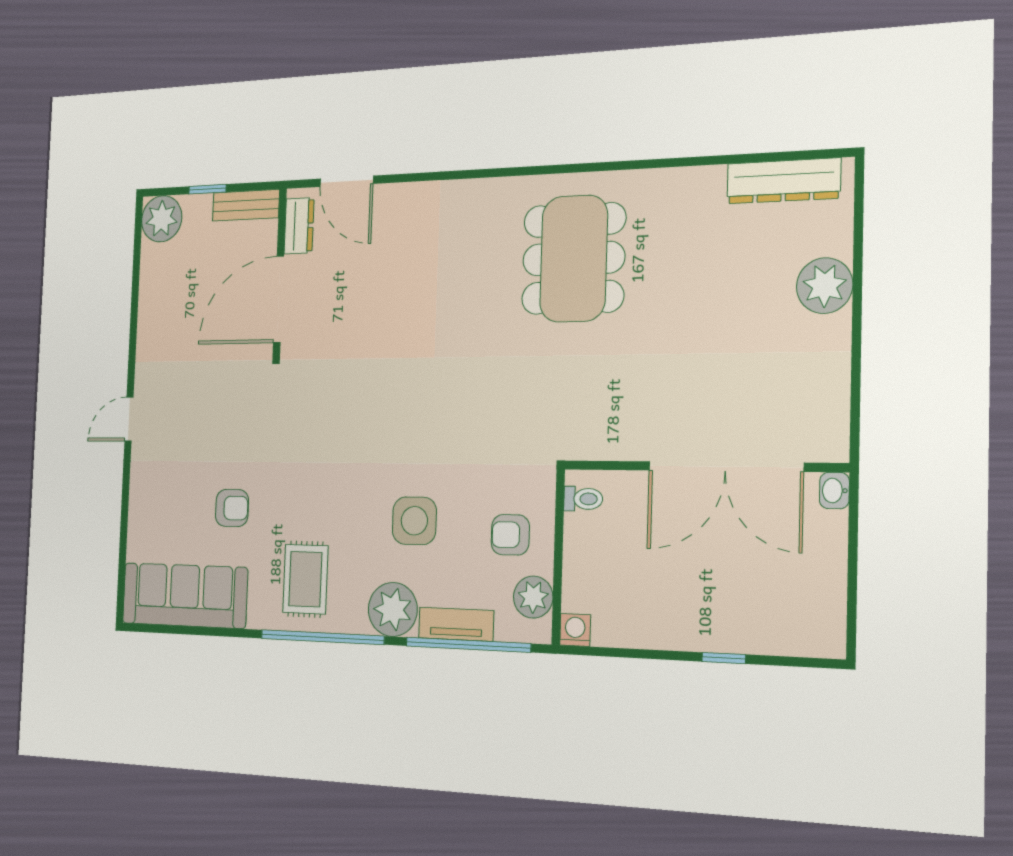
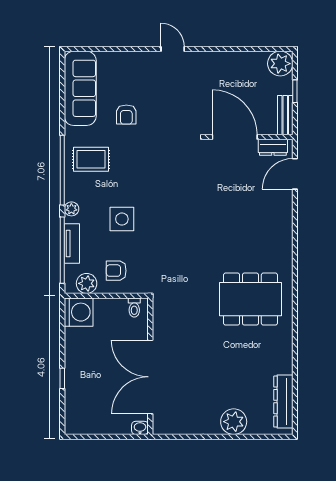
armchair: (510, 535) -> (116, 271), turned -90
plant: (393, 609) -> (71, 209), width x0.53, depth x0.53
washing machine: (575, 630) -> (79, 312), width x1.89, depth x1.89

